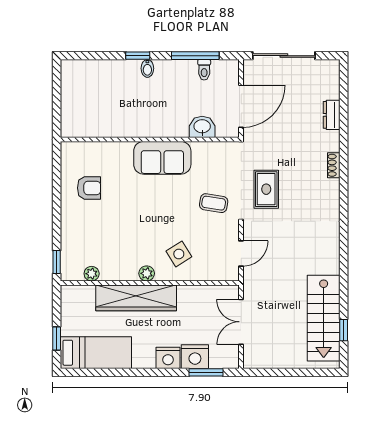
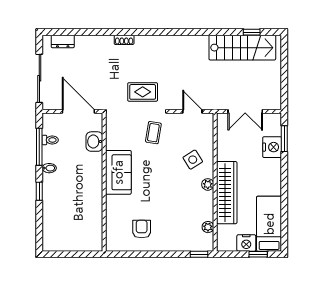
bidet: (147, 68) -> (49, 168), moved
dresser: (332, 115) -> (63, 41), moved
nightstand: (168, 358) -> (246, 243), moved, turned 90

